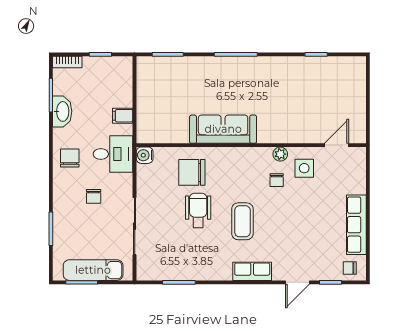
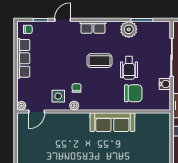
plant: (359, 154) -> (21, 106), added
water cooler: (145, 155) -> (165, 84), moved
coffee table: (242, 221) -> (99, 61), turned 90
plant: (199, 268) -> (129, 29), added

